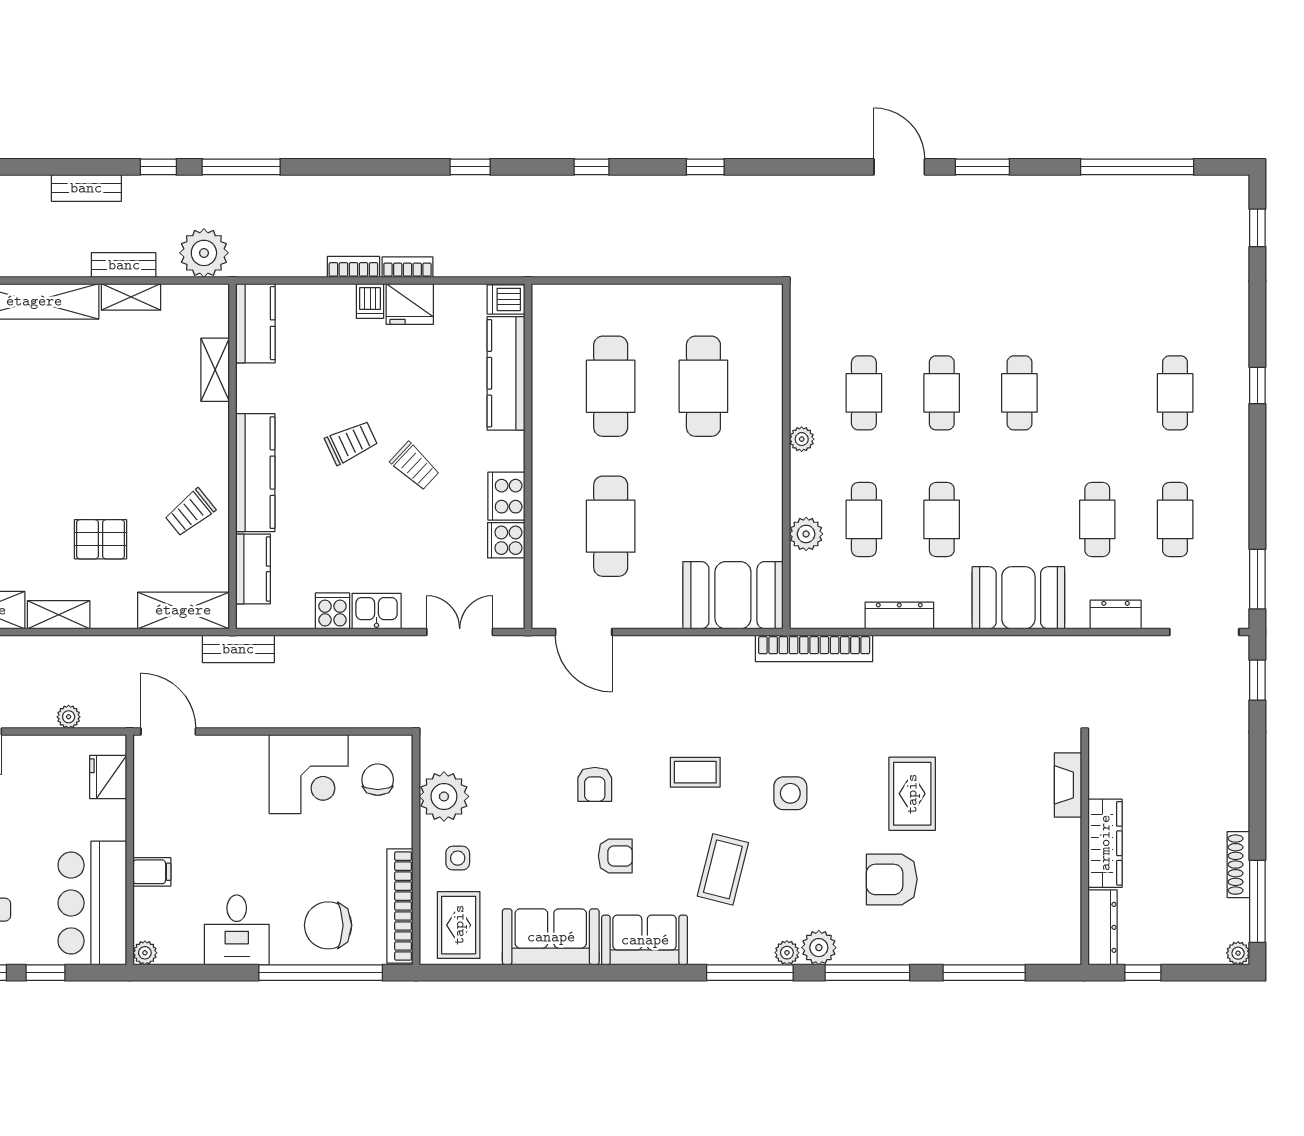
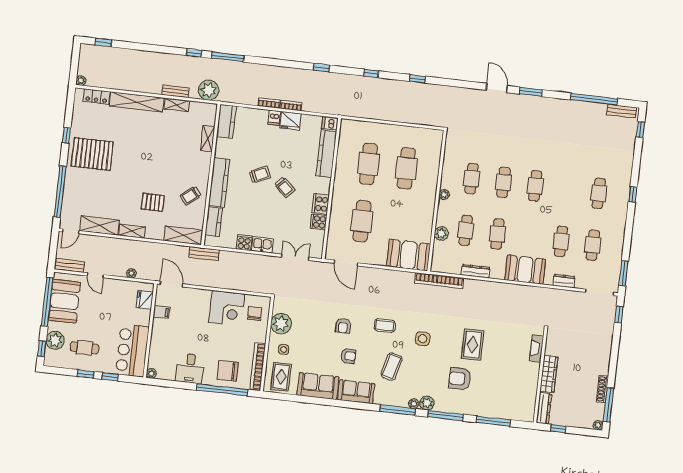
bench: (86, 188) -> (622, 111), moved
filing cabinet: (152, 872) -> (161, 312), moved

